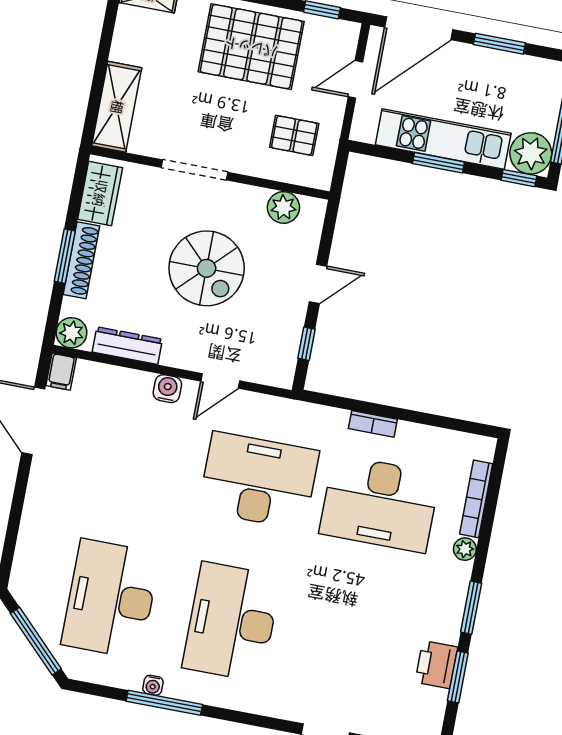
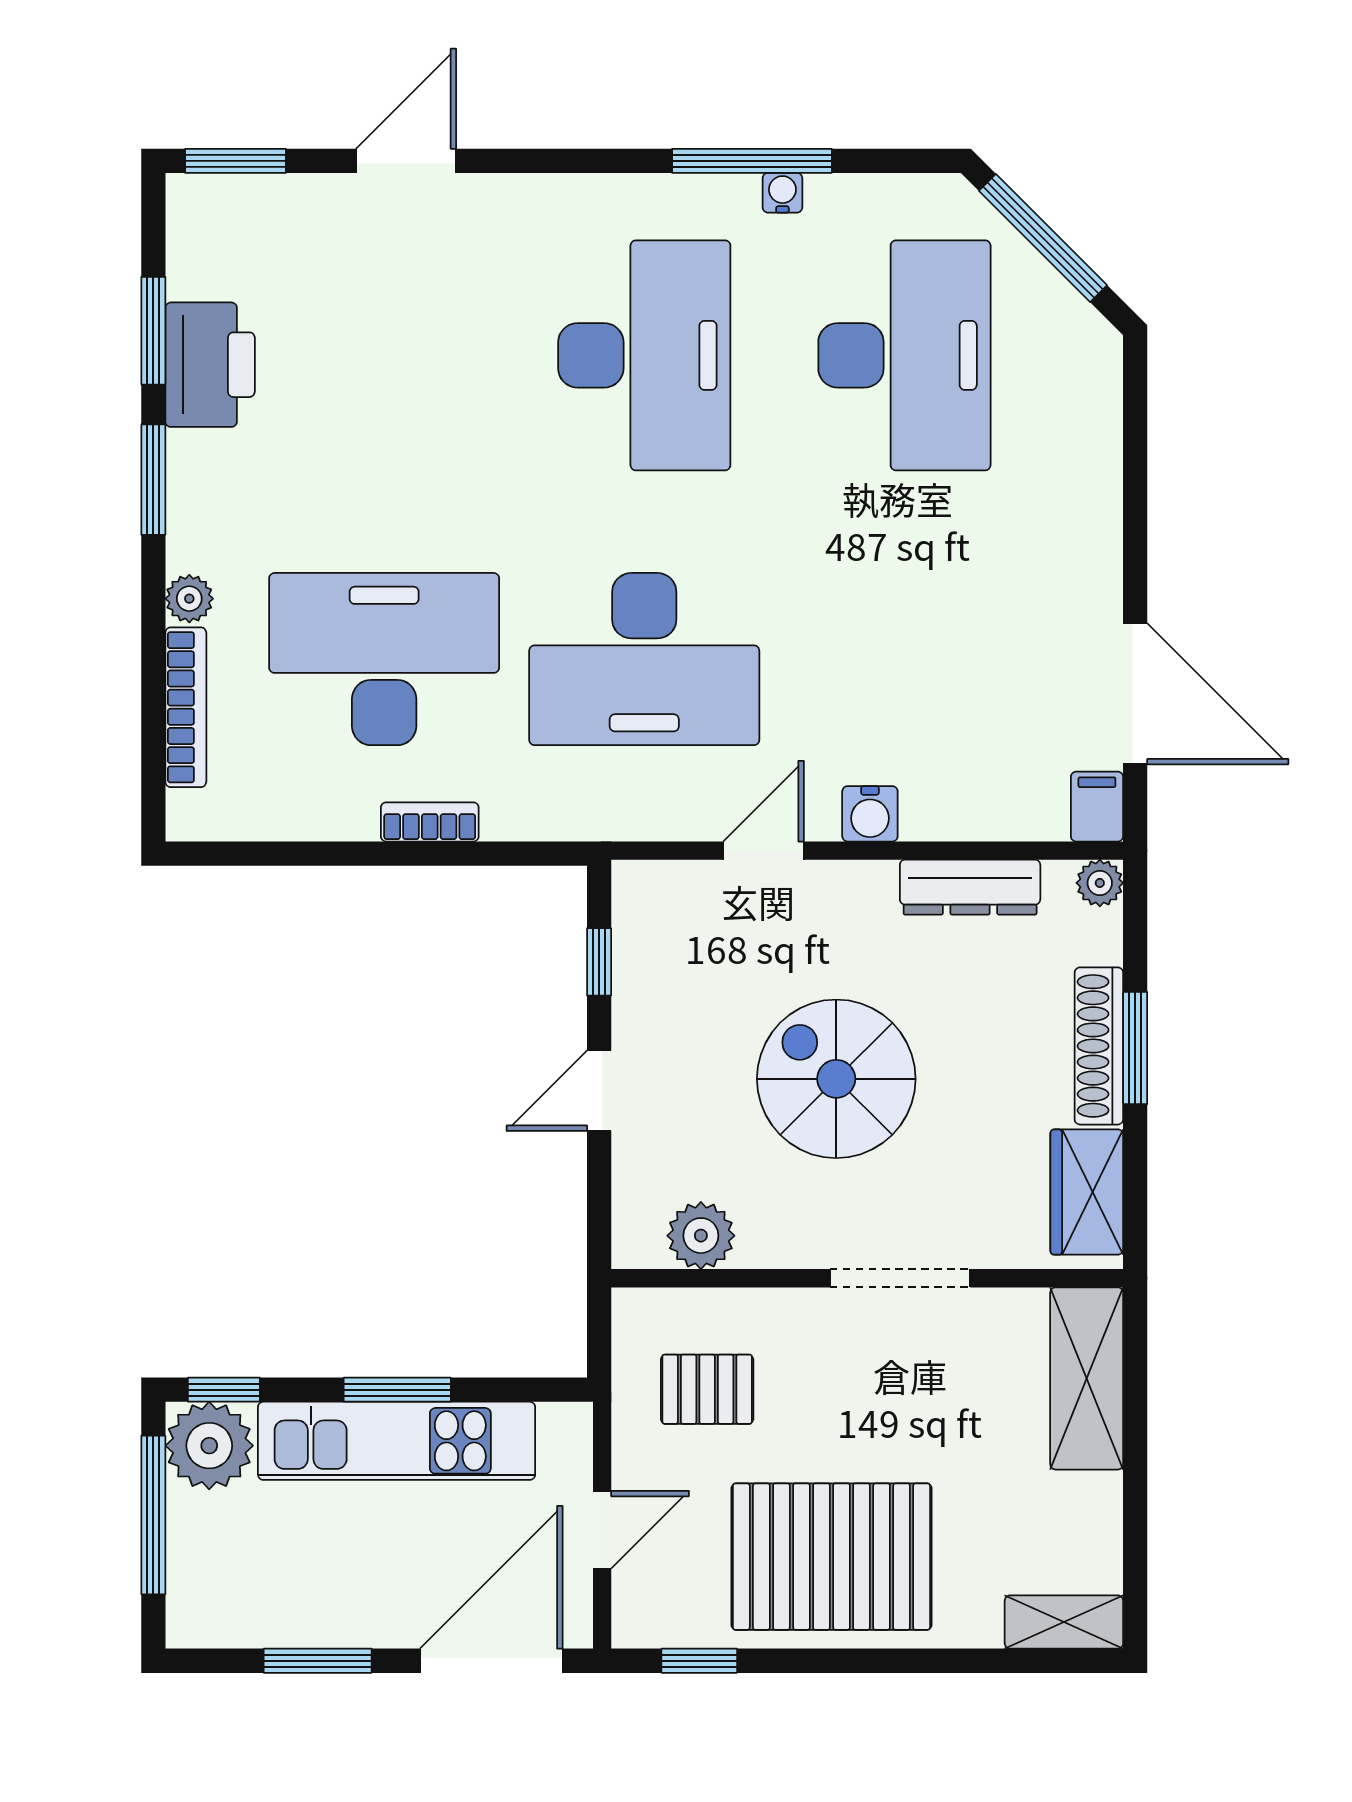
plant: (71, 333) -> (1100, 883), width x0.73, depth x0.73
printer: (436, 665) -> (210, 365), width x1.37, depth x1.19

